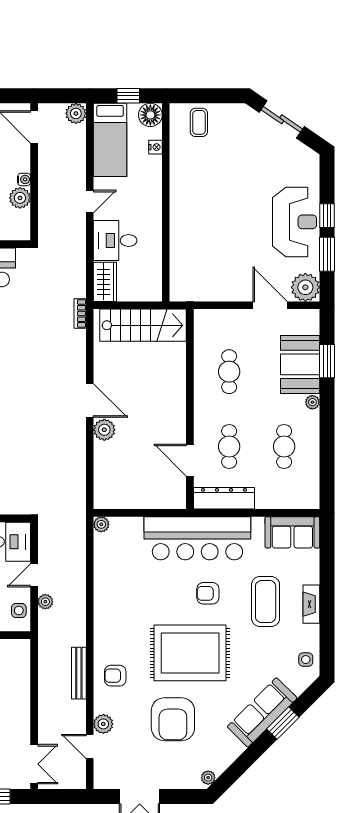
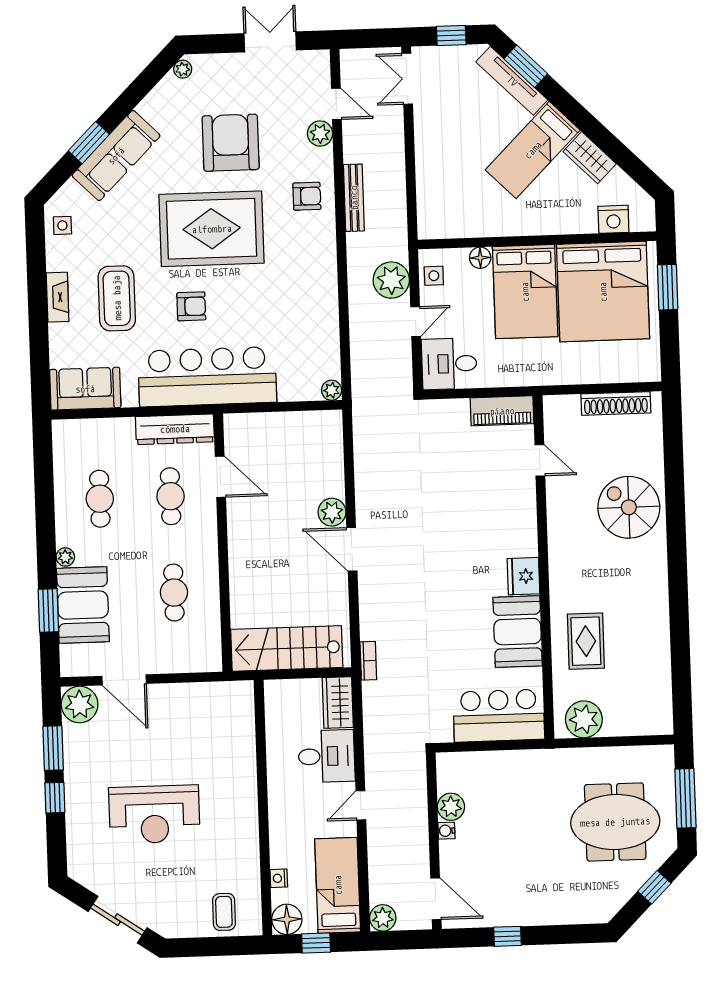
reception desk: (295, 222) -> (154, 814), moved, turned -90
plant: (45, 602) -> (391, 280), width x1.88, depth x1.88

